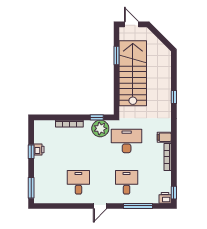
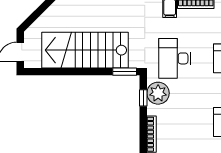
window: (117, 56) -> (125, 72), moved

